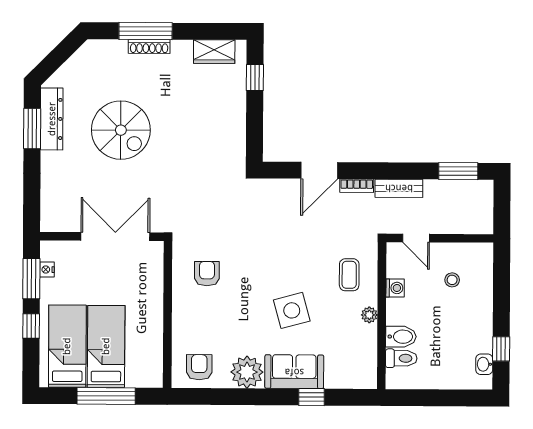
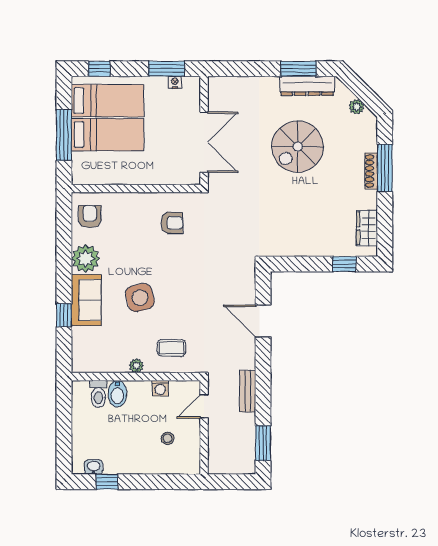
plant: (76, 63) -> (357, 107), added
bookcase: (357, 186) -> (250, 354), removed
window: (31, 326) -> (99, 69), moved
armchair: (199, 367) -> (90, 217), turned -90

